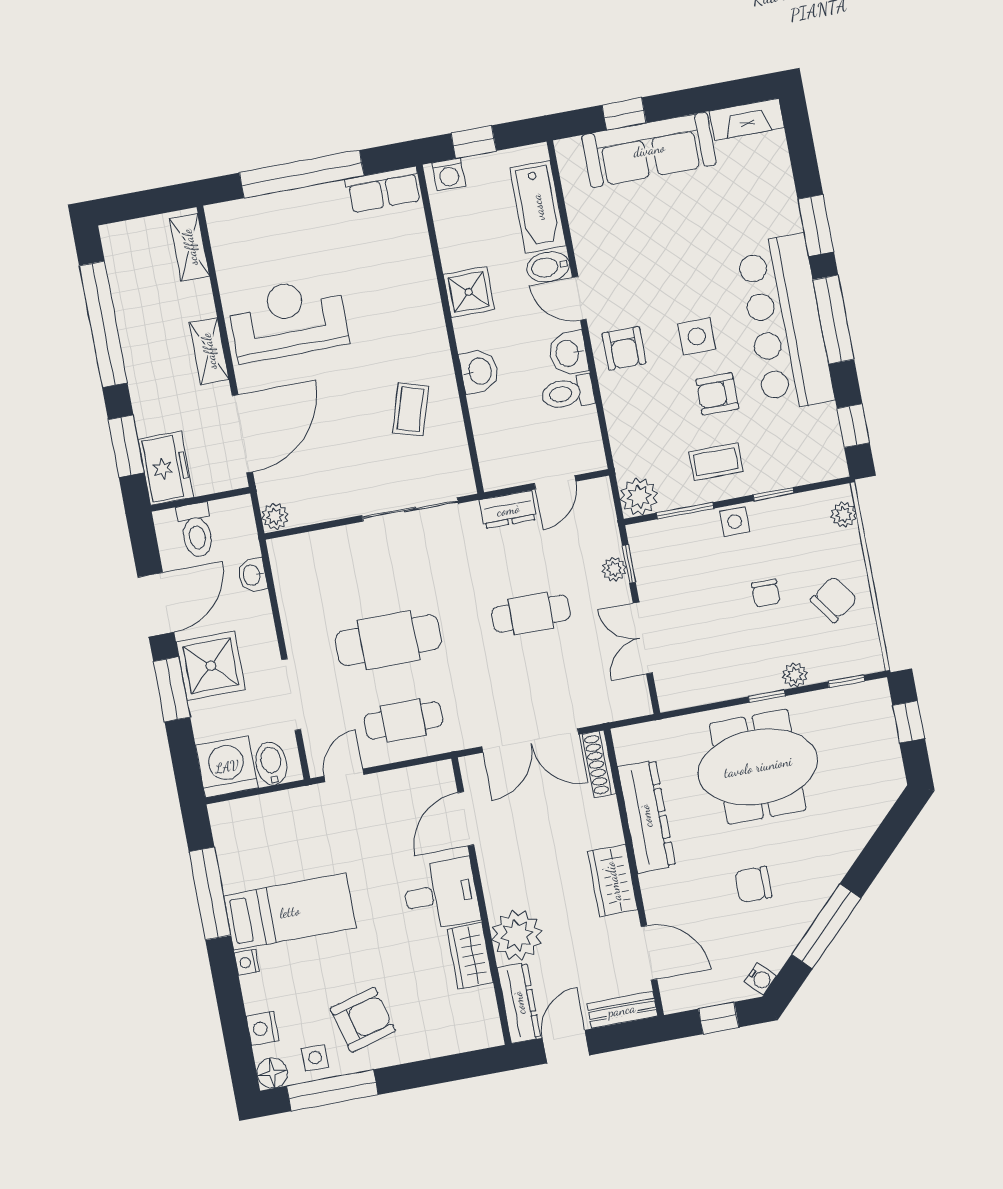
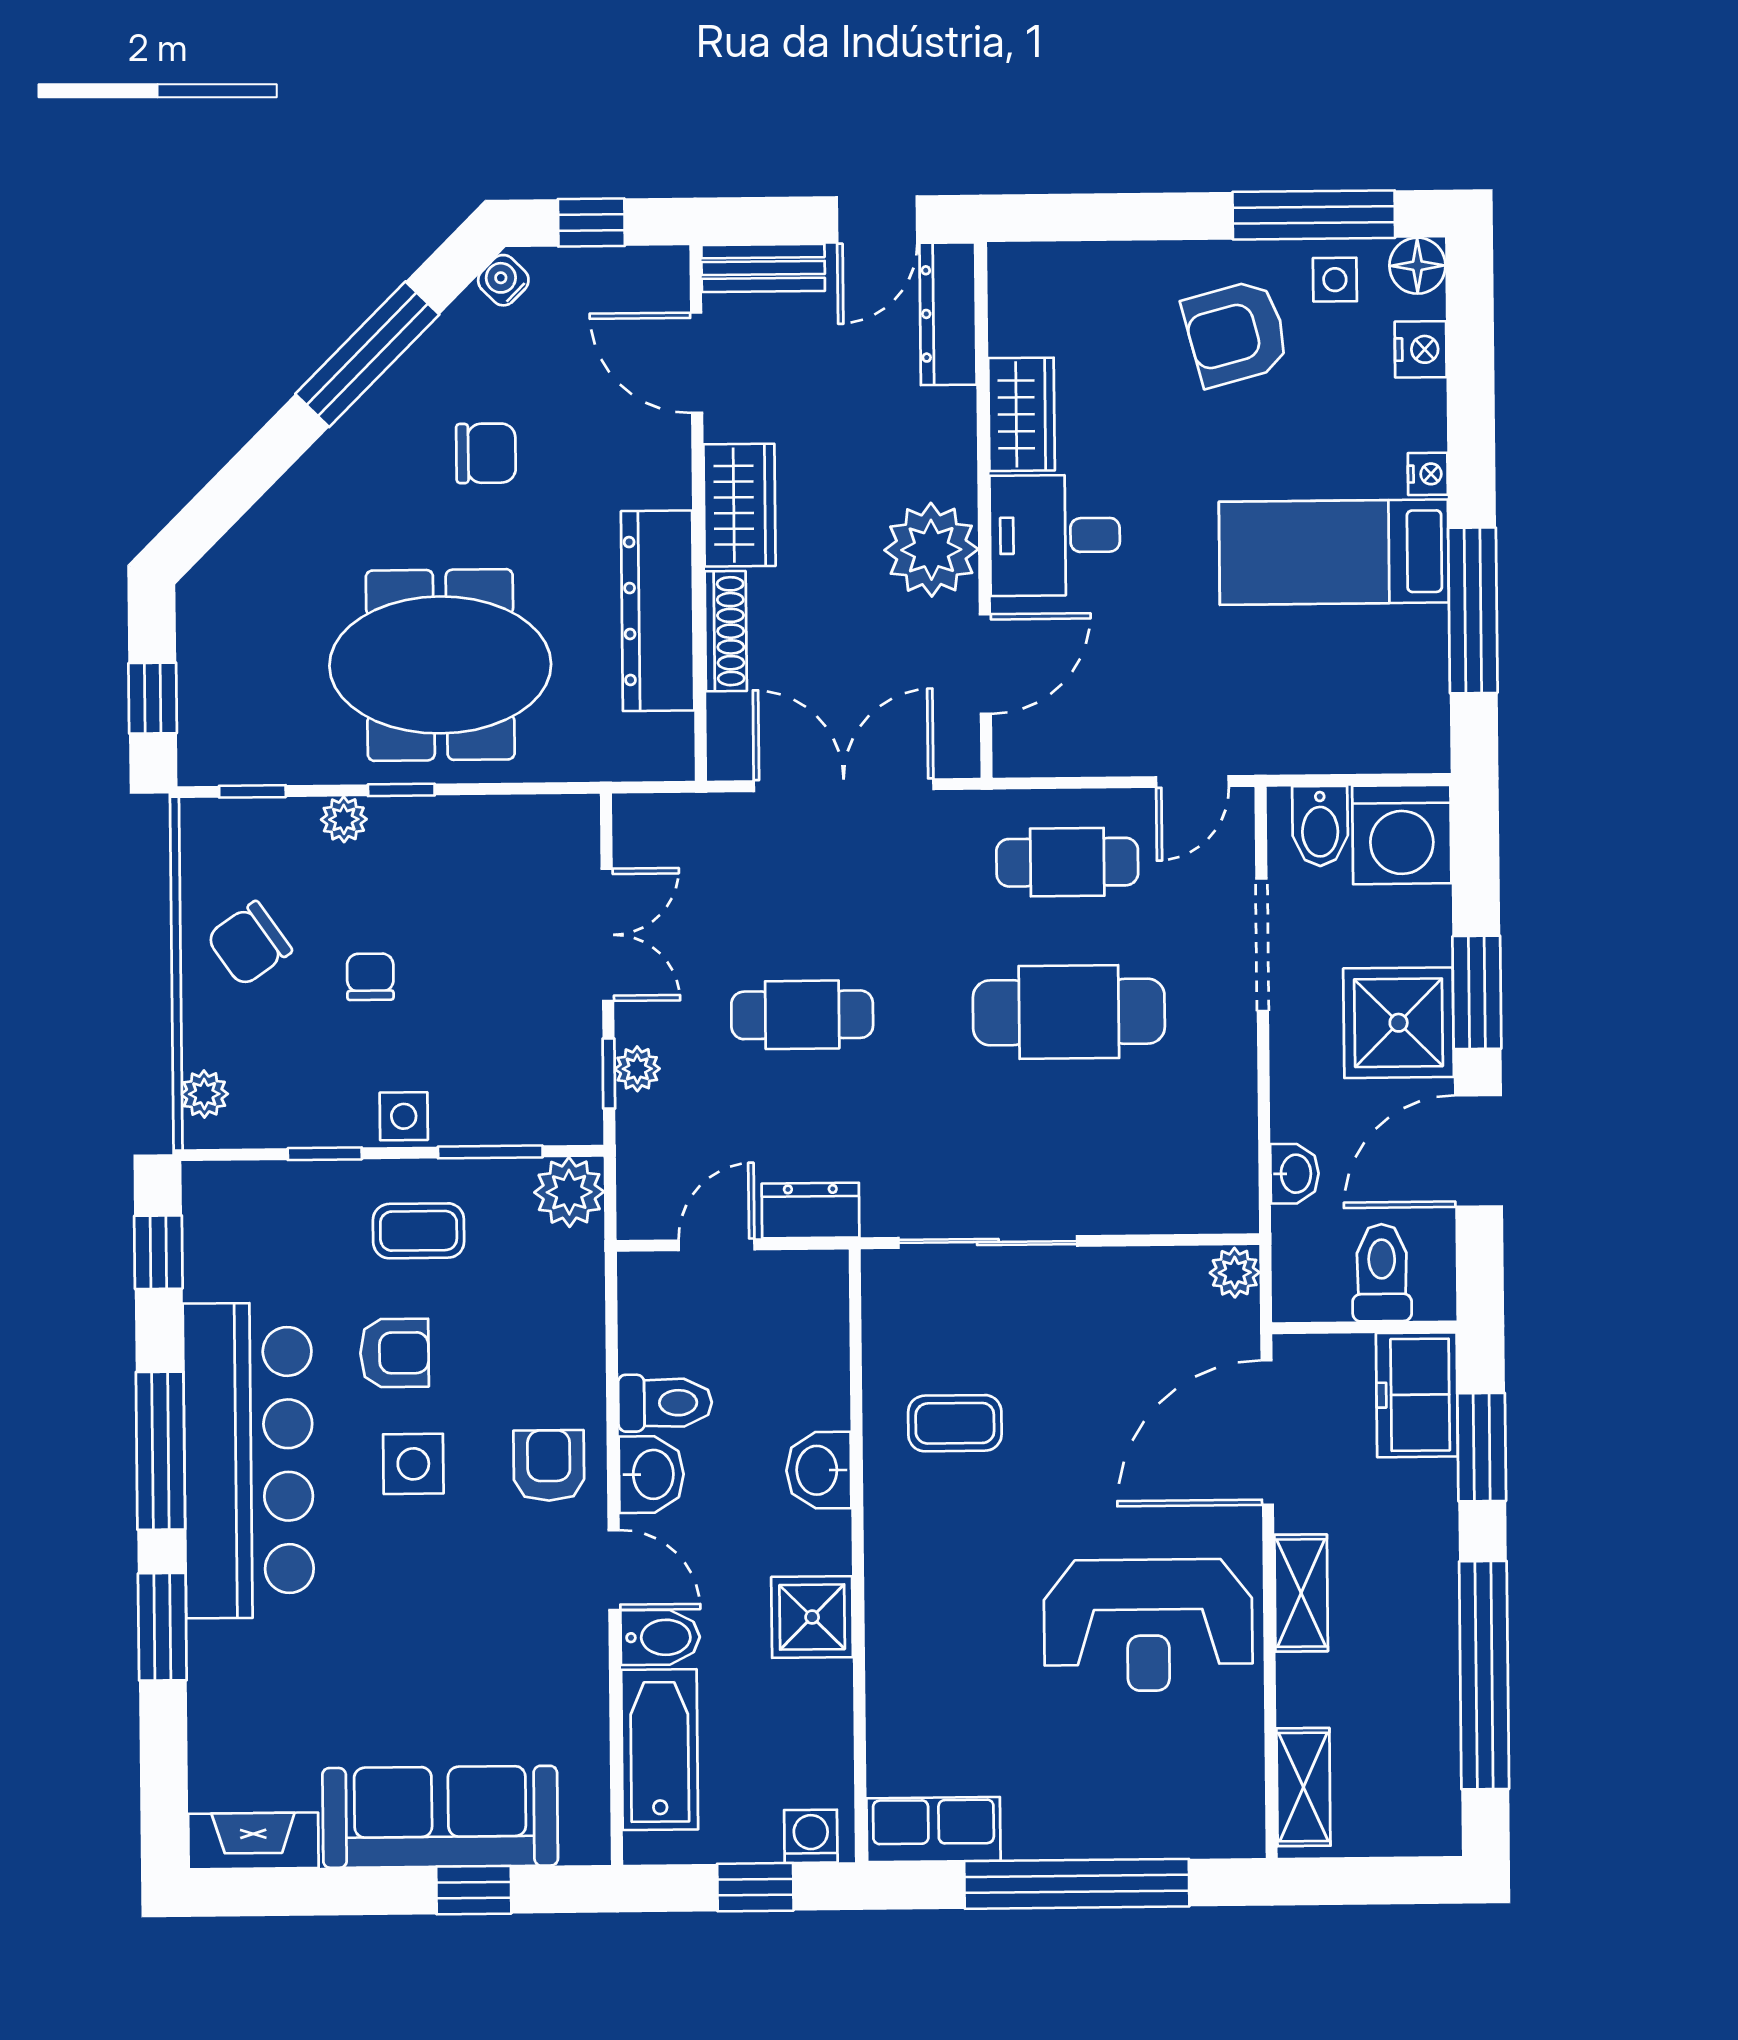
coffee table: (411, 409) -> (955, 1423), turned 73
shoe rack: (599, 764) -> (726, 631), moved
plant: (517, 935) -> (931, 550), moved

